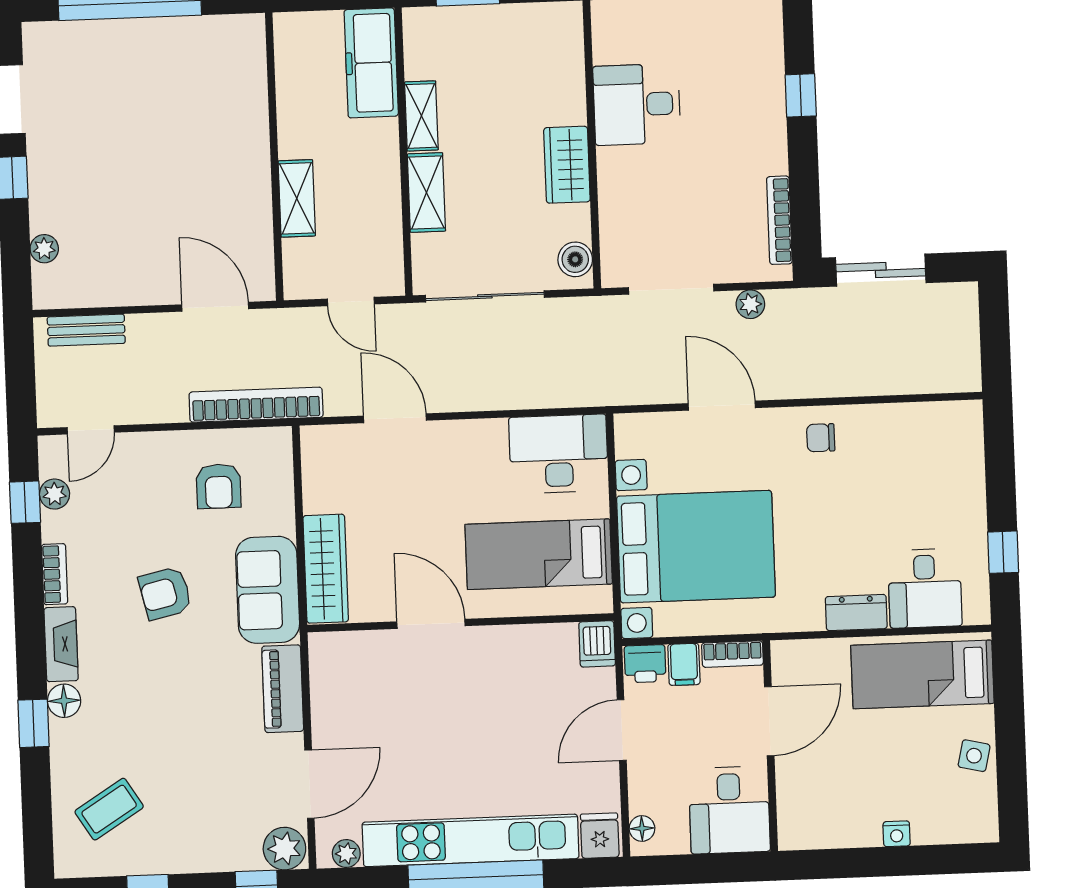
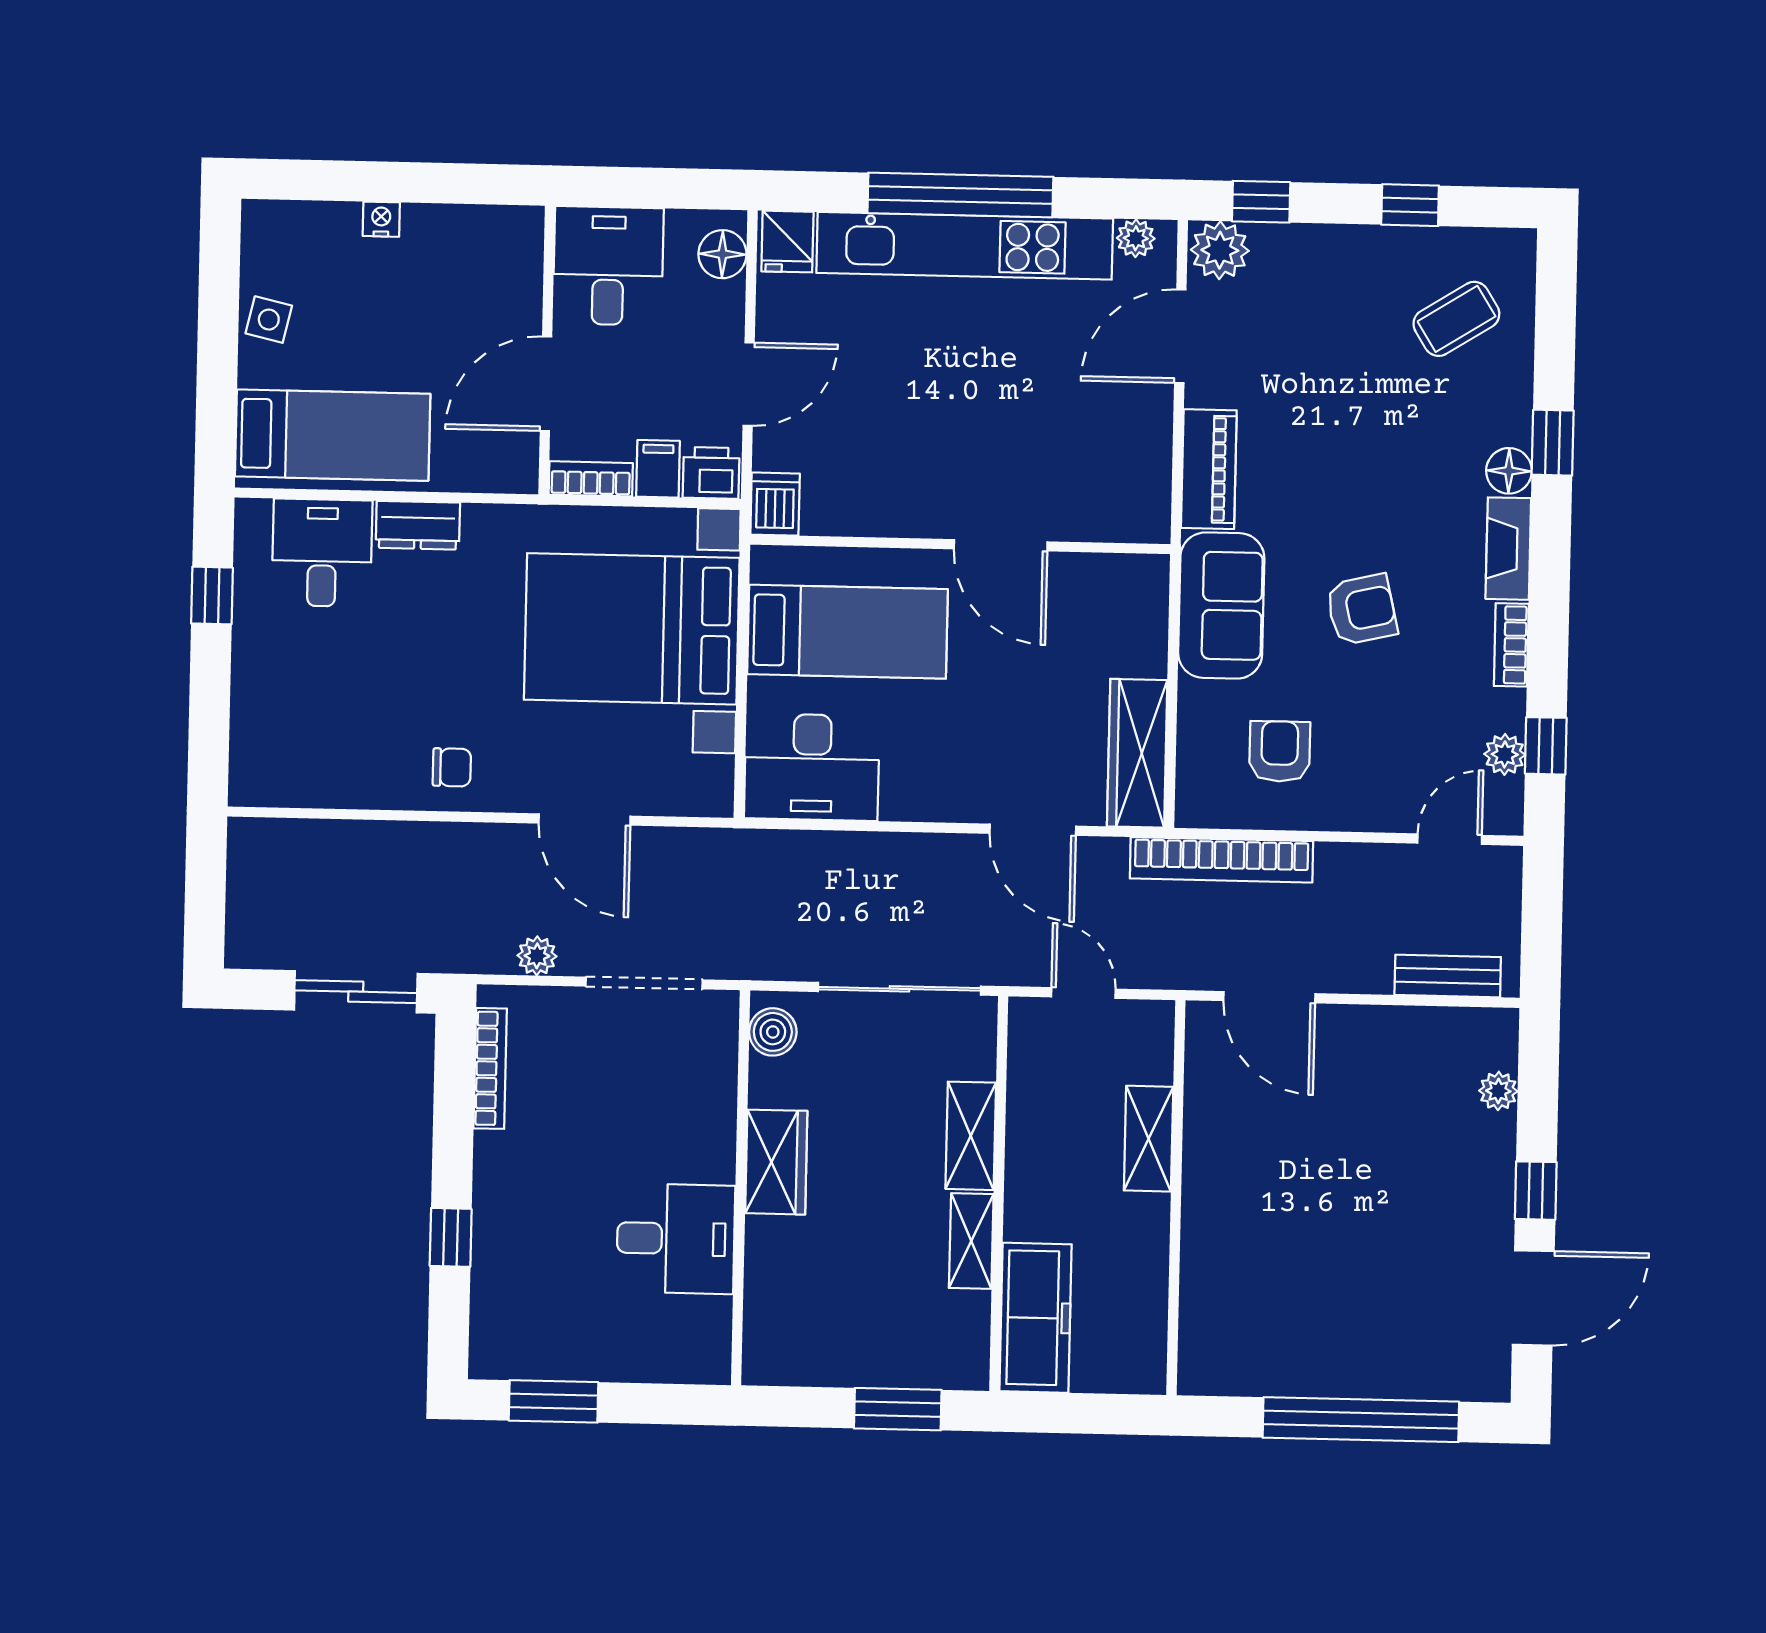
wardrobe: (326, 569) -> (1137, 753), moved
floor lamp: (642, 828) -> (722, 254), width x1.37, depth x1.37

